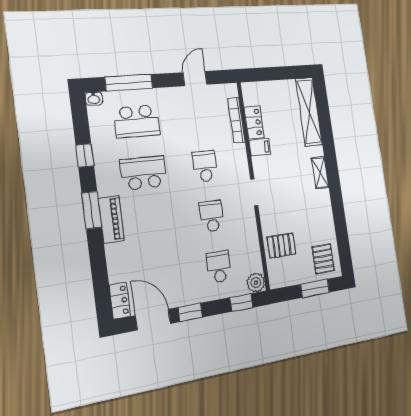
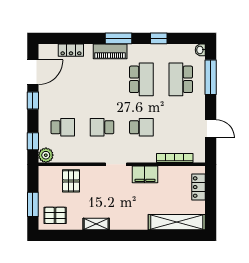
locker: (254, 122) -> (198, 187), moved, turned 90
filing cabinet: (260, 147) -> (145, 174), width x2.00
shelving: (320, 173) -> (96, 224), moved
school desk: (212, 216) -> (102, 127), turned 180
locker: (120, 301) -> (71, 50), moved

